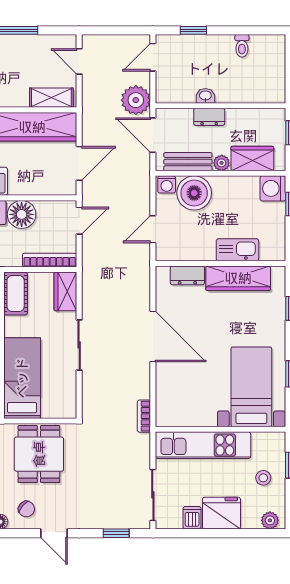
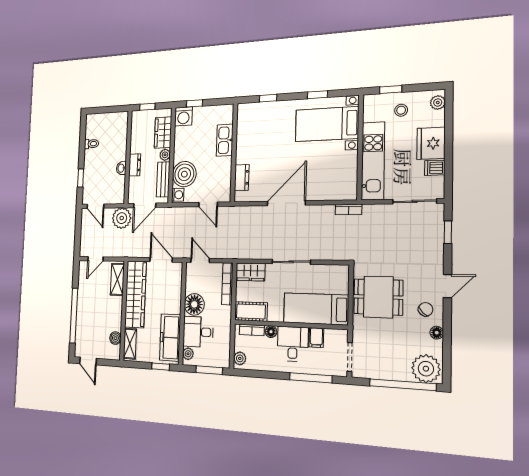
wardrobe: (238, 278) -> (245, 139), removed

